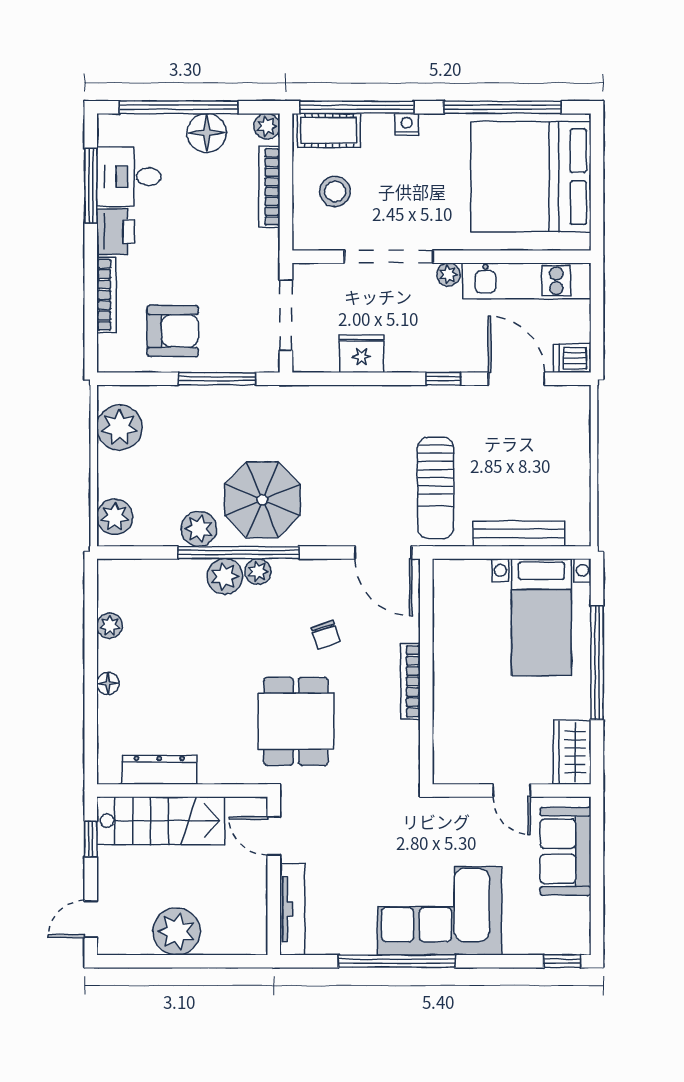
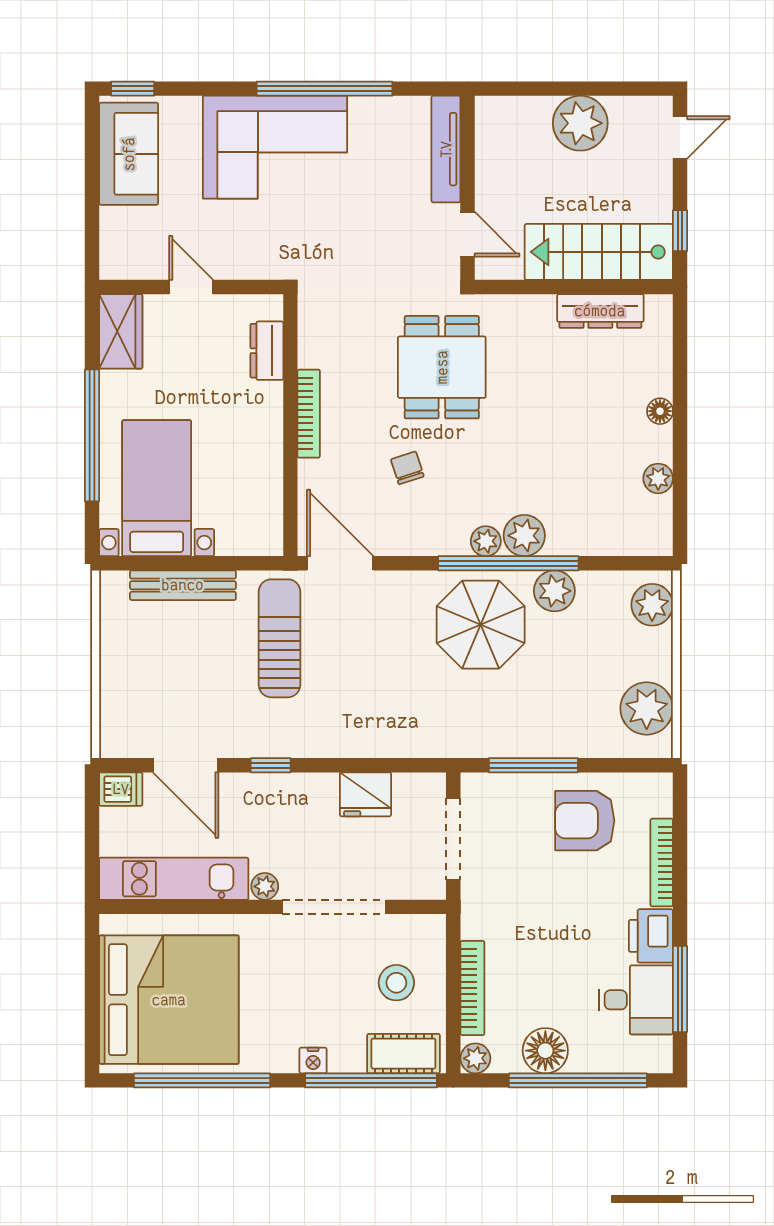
dresser: (446, 736) -> (267, 351), added
sofa: (565, 851) -> (129, 154), moved

